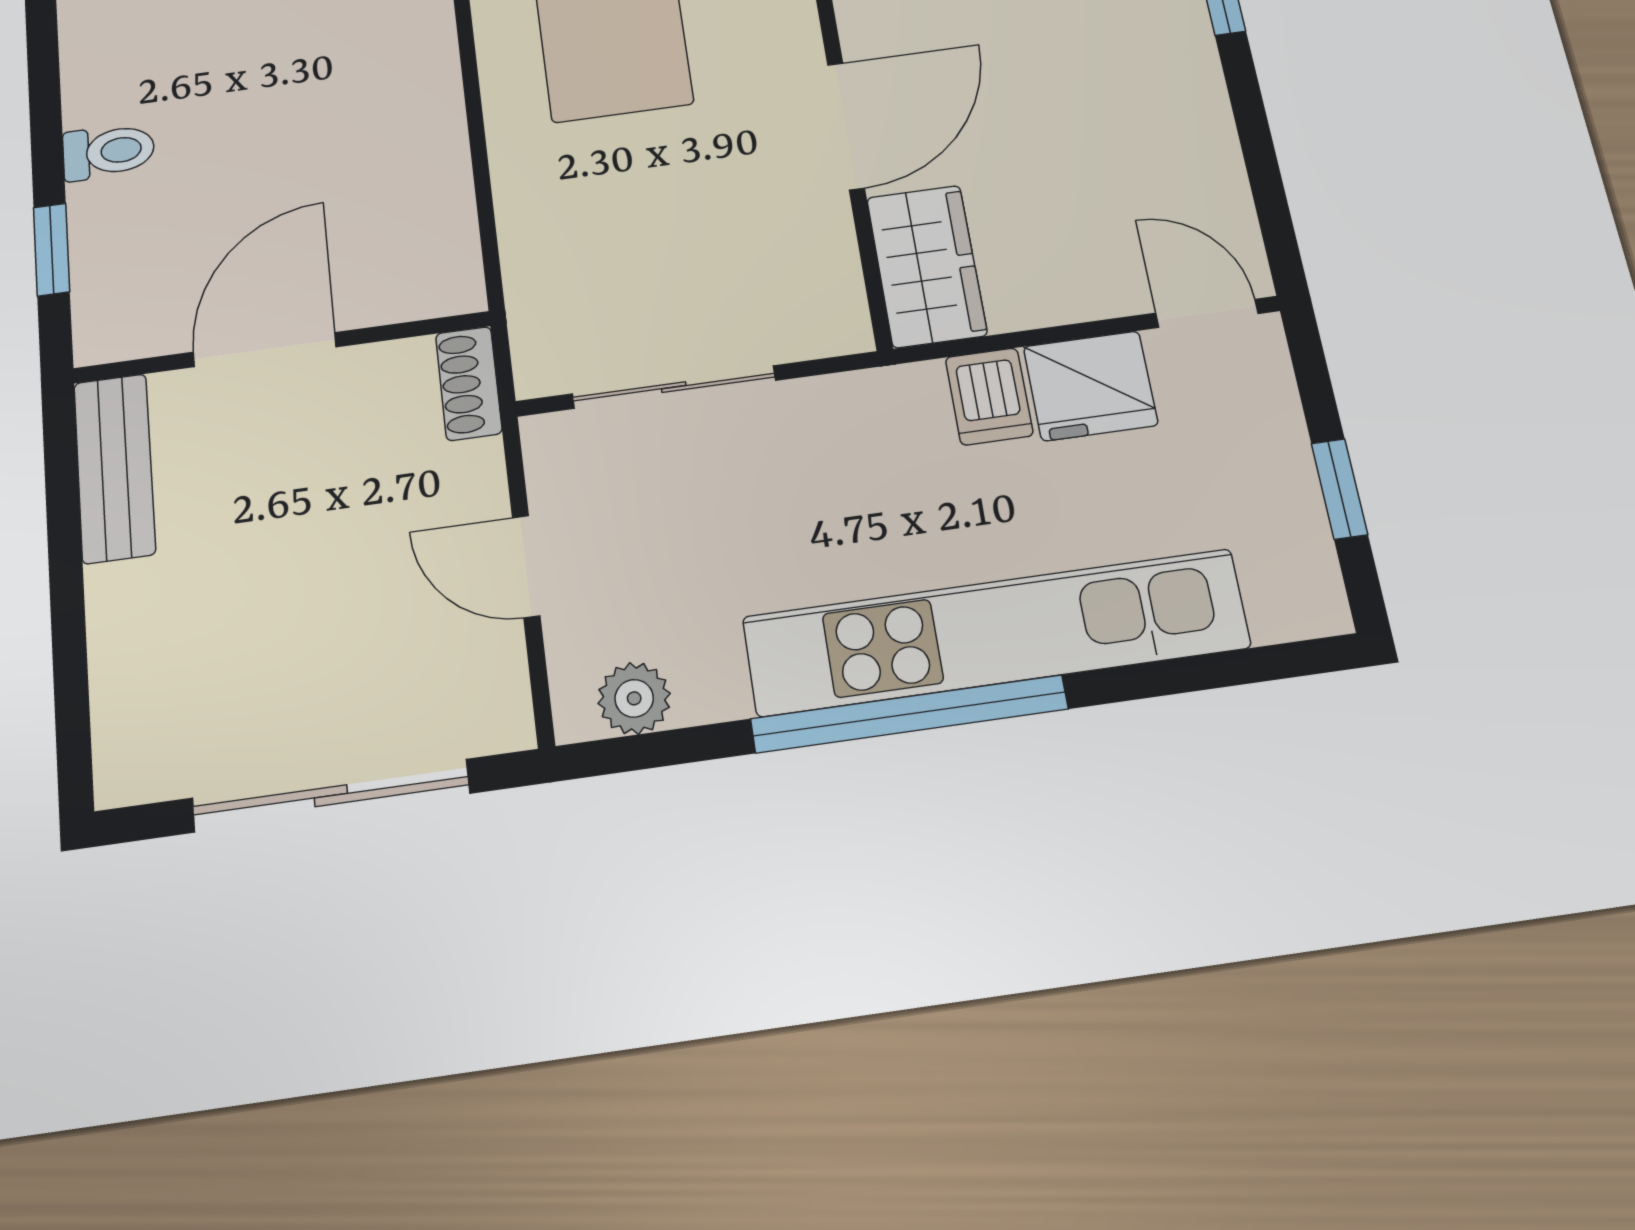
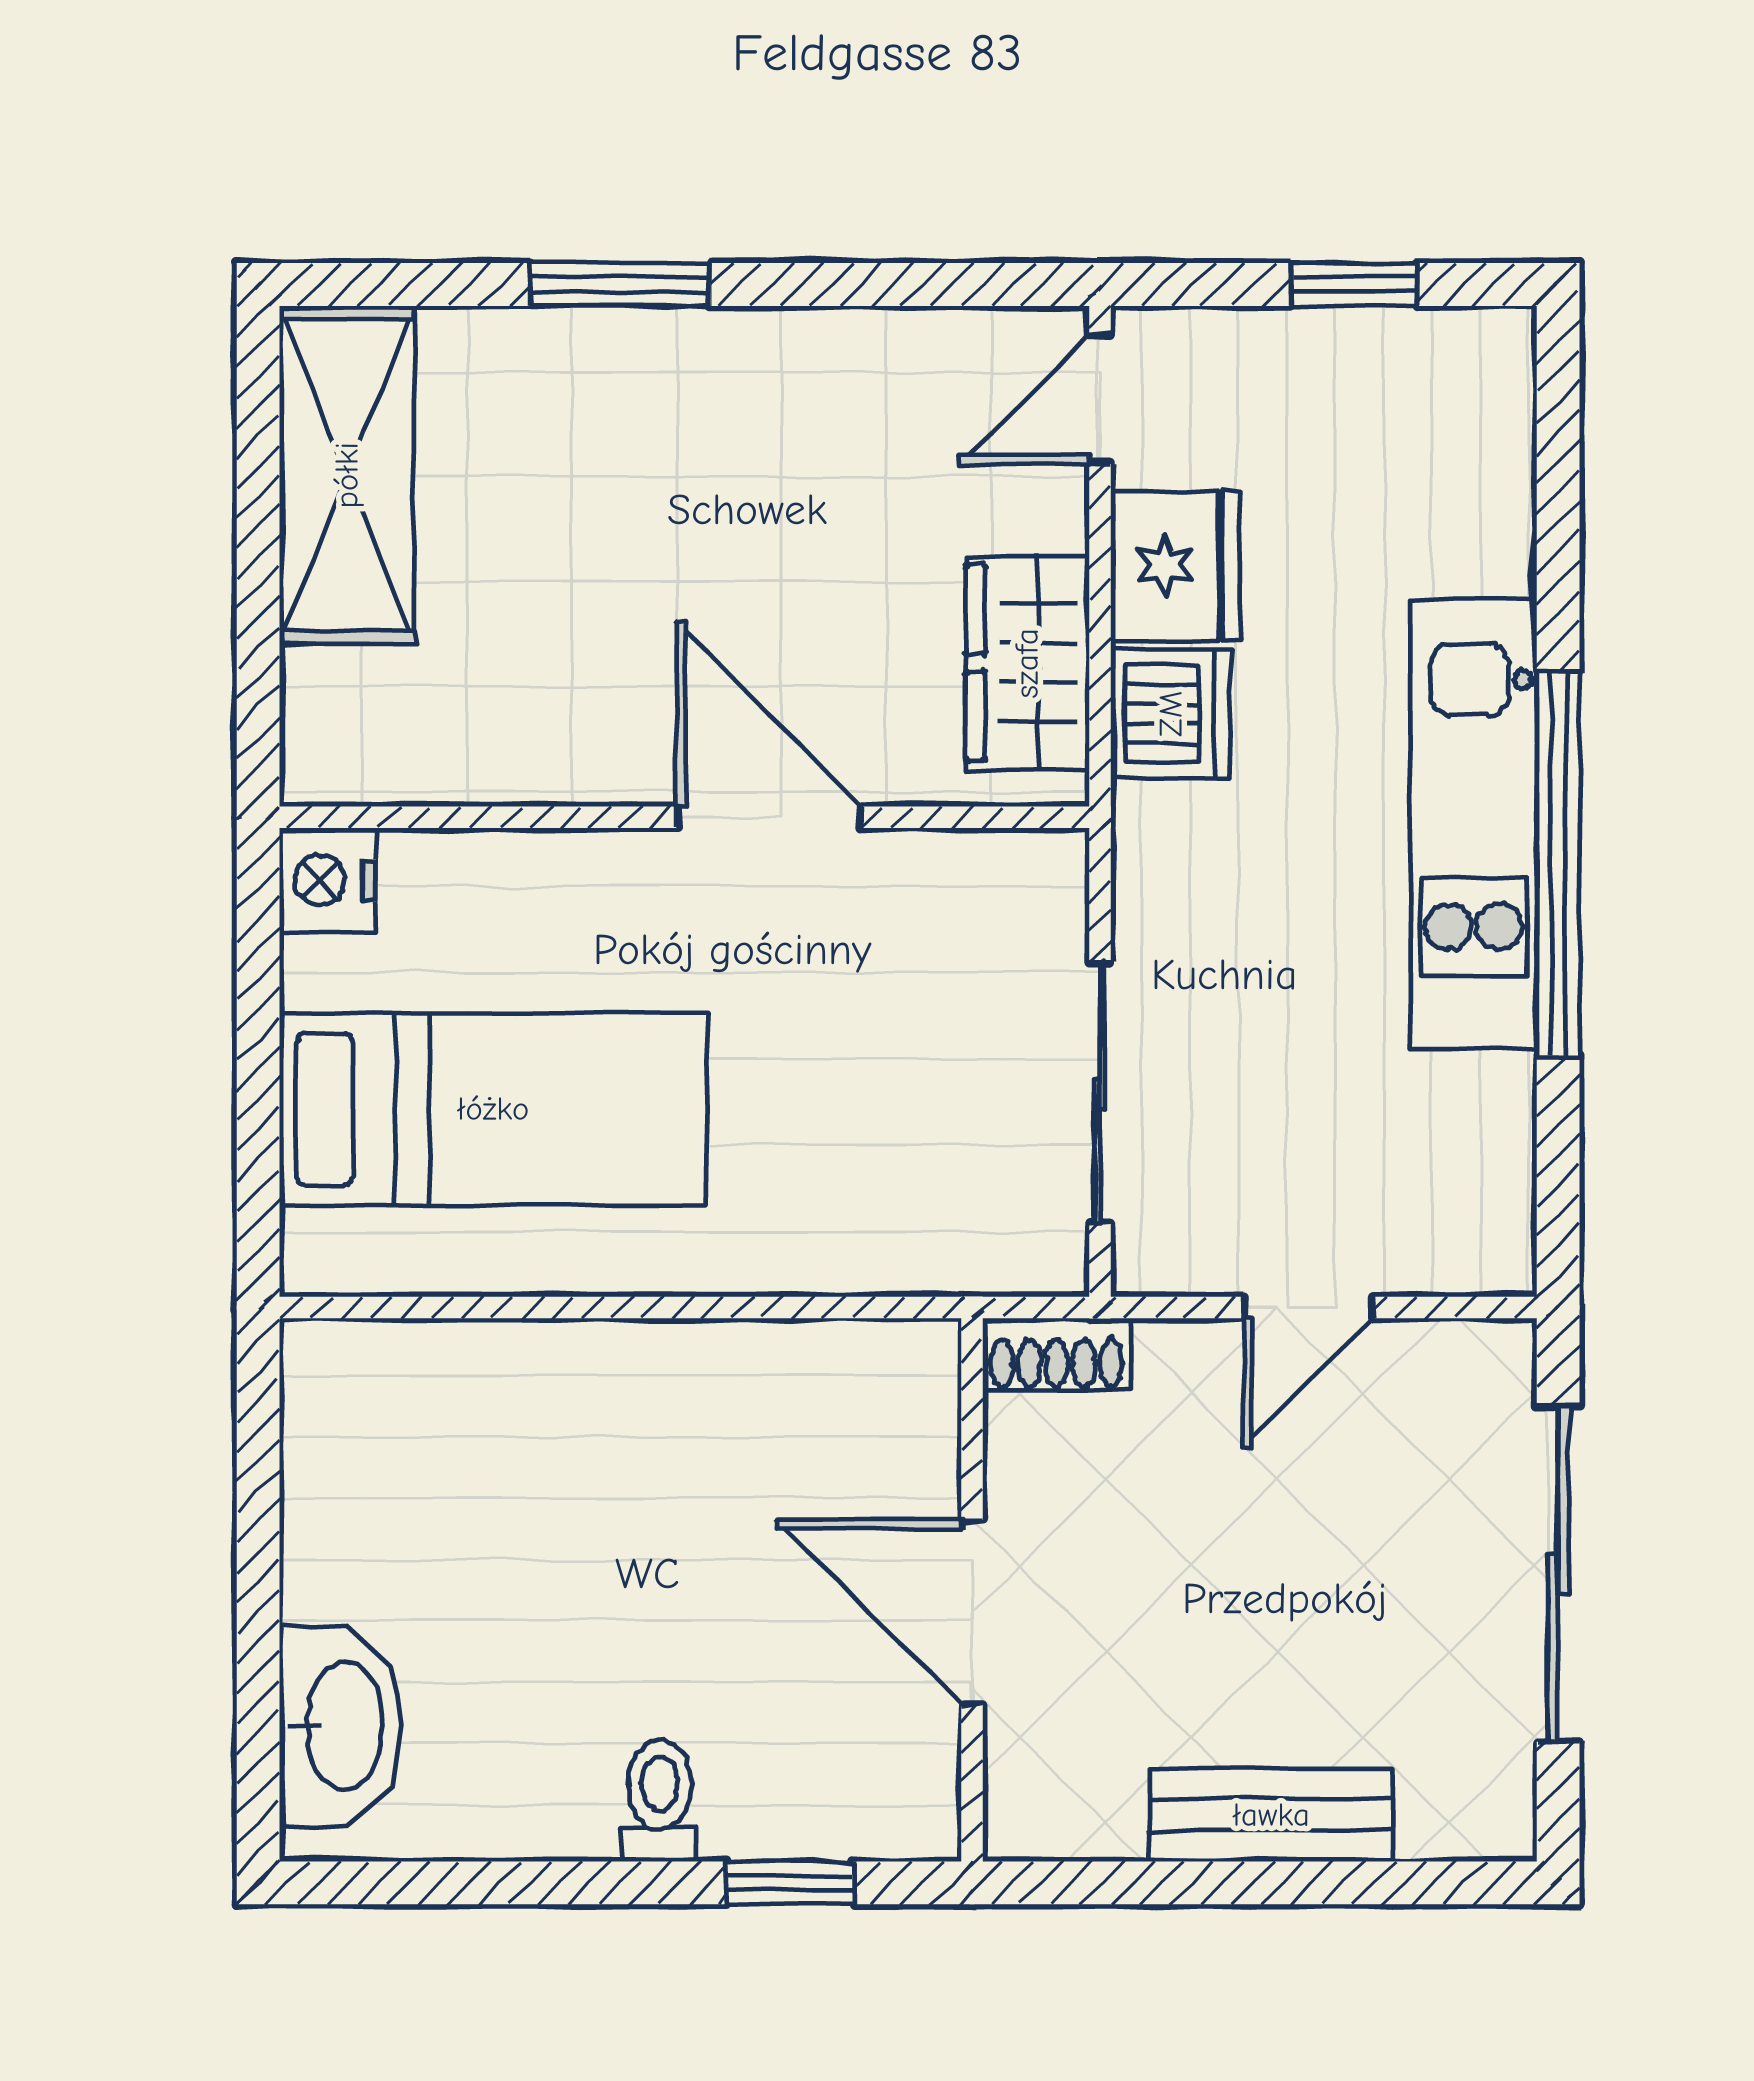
wardrobe: (927, 266) -> (1027, 663), moved, turned -90
dishwasher: (989, 396) -> (1171, 714), width x1.38
bench: (114, 468) -> (1271, 1815), moved
kitchen unit: (996, 632) -> (1474, 824), width x0.73
plant: (634, 698) -> (1492, 1194), removed

